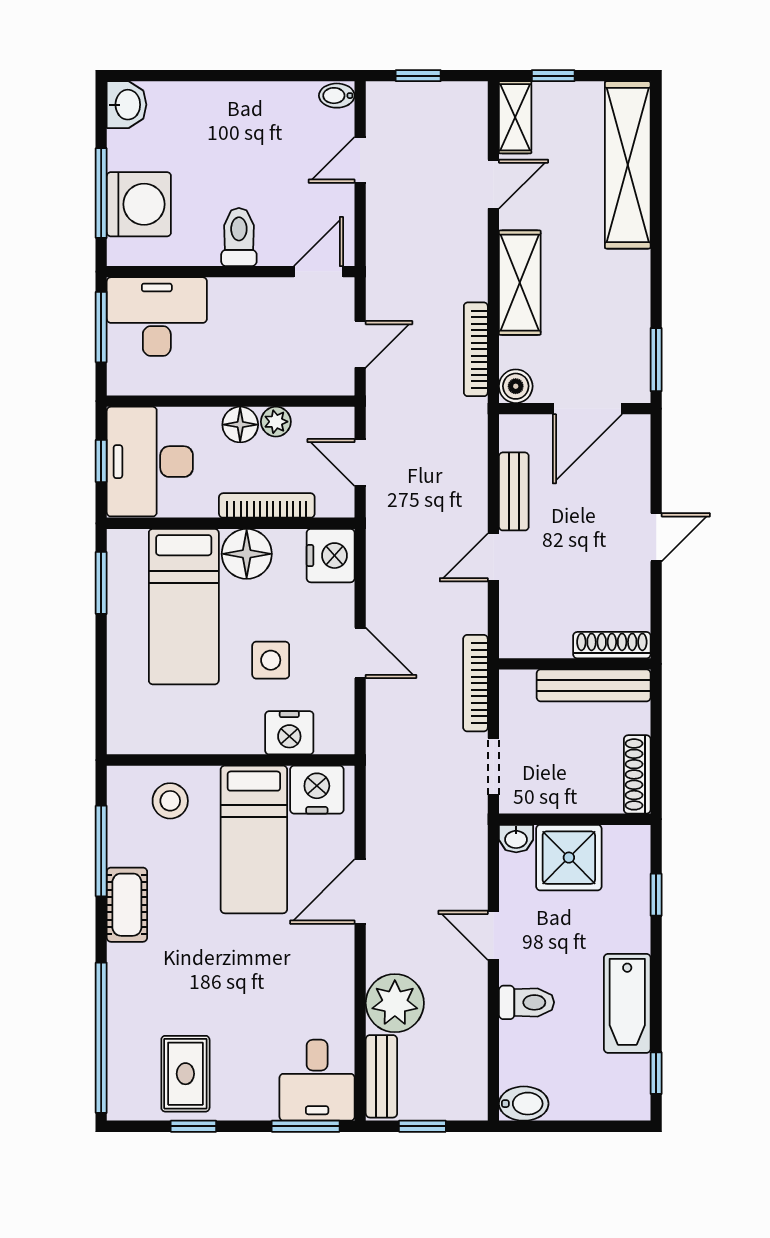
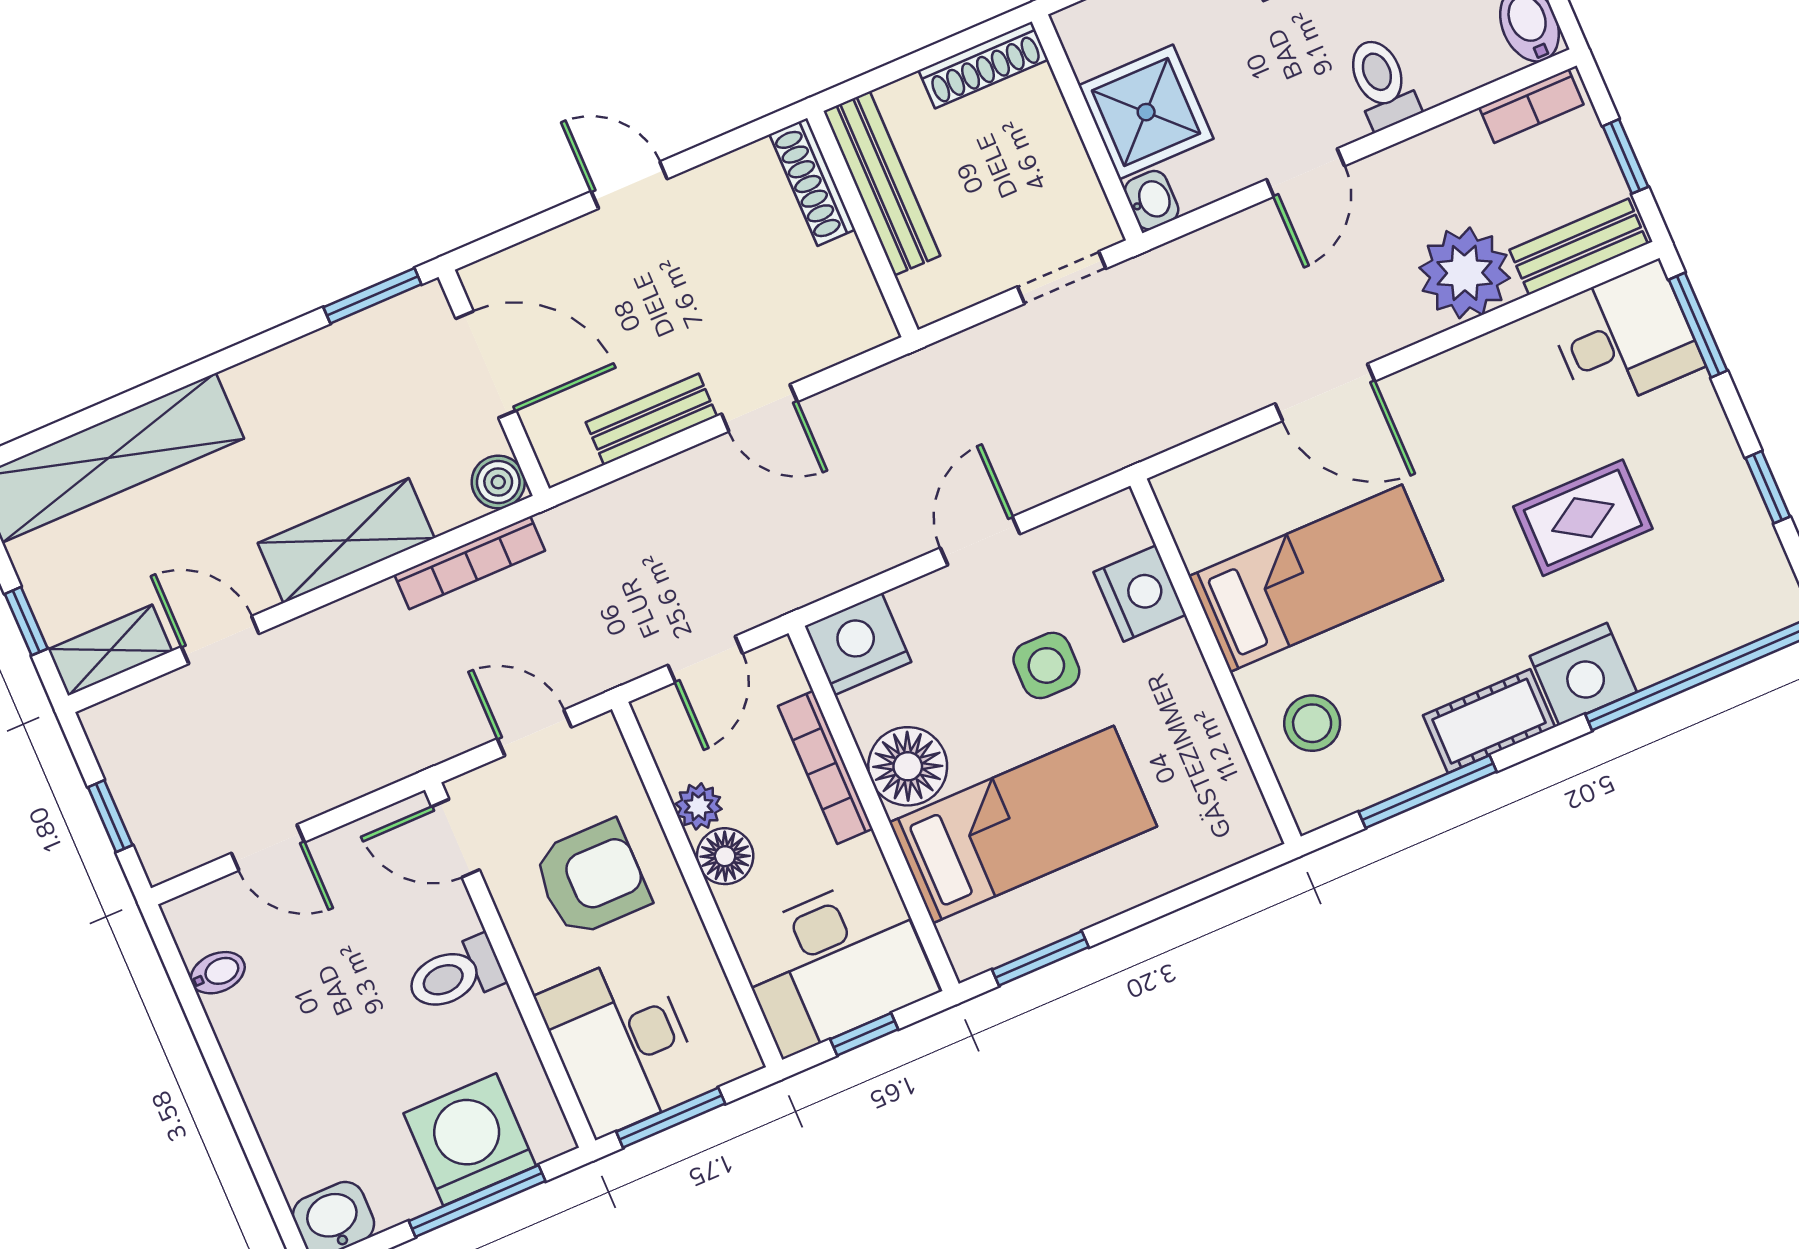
bidet: (337, 96) -> (218, 973), moved, turned -90
armchair: (261, 341) -> (591, 878), added
bookcase: (475, 683) -> (1531, 106), moved, width x0.64
nightstand: (317, 790) -> (1583, 674), moved, turned -90
rug: (185, 1074) -> (1583, 518), moved

